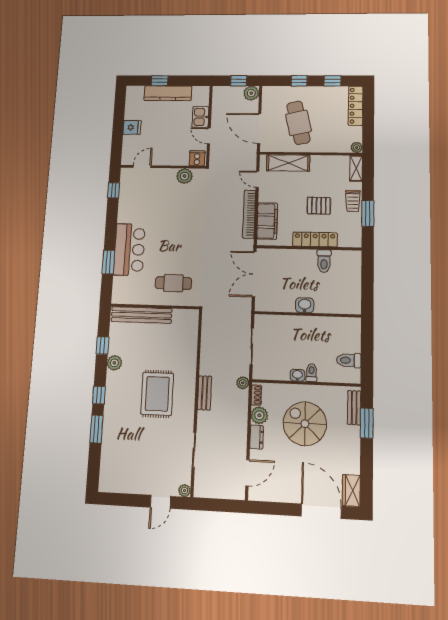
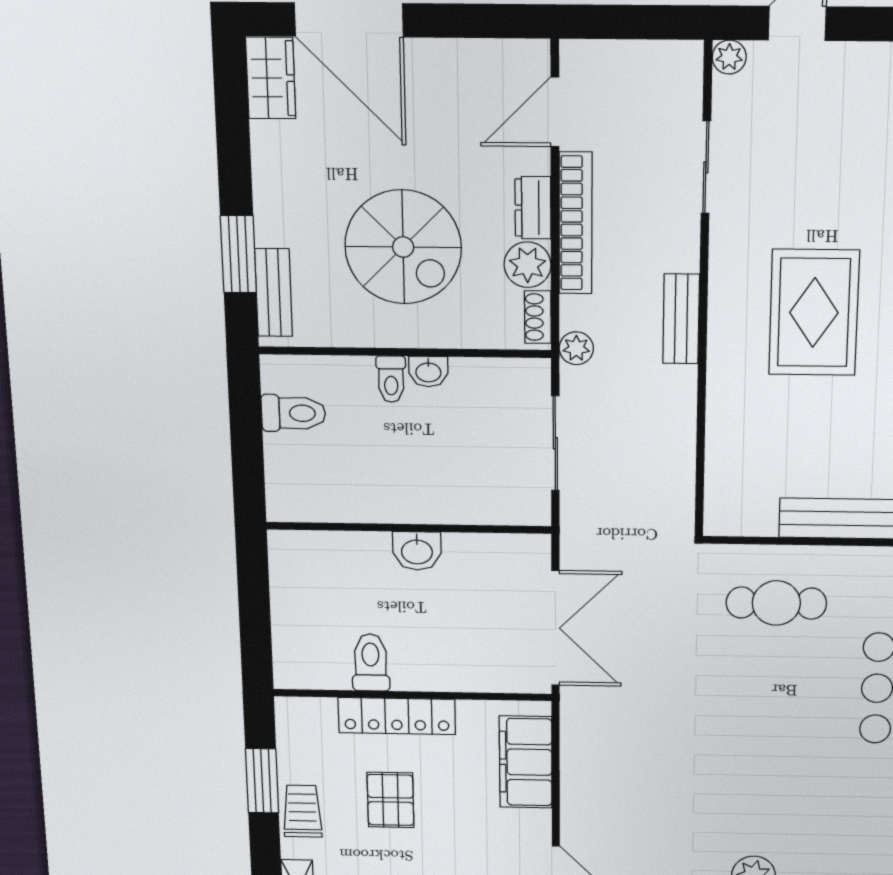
pallet: (319, 206) -> (390, 800), turned 90
bookcase: (249, 214) -> (576, 223), moved

